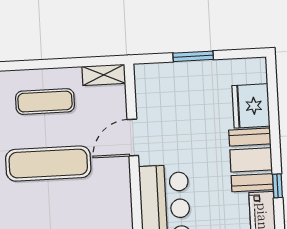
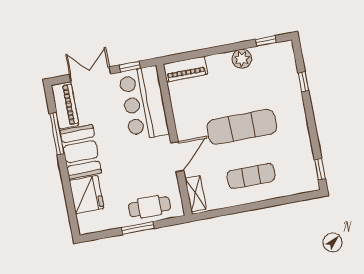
shelving: (104, 75) -> (196, 194), moved, turned 90
cafe table: (175, 80) -> (150, 207), added
window: (277, 186) -> (57, 134), width x2.17

